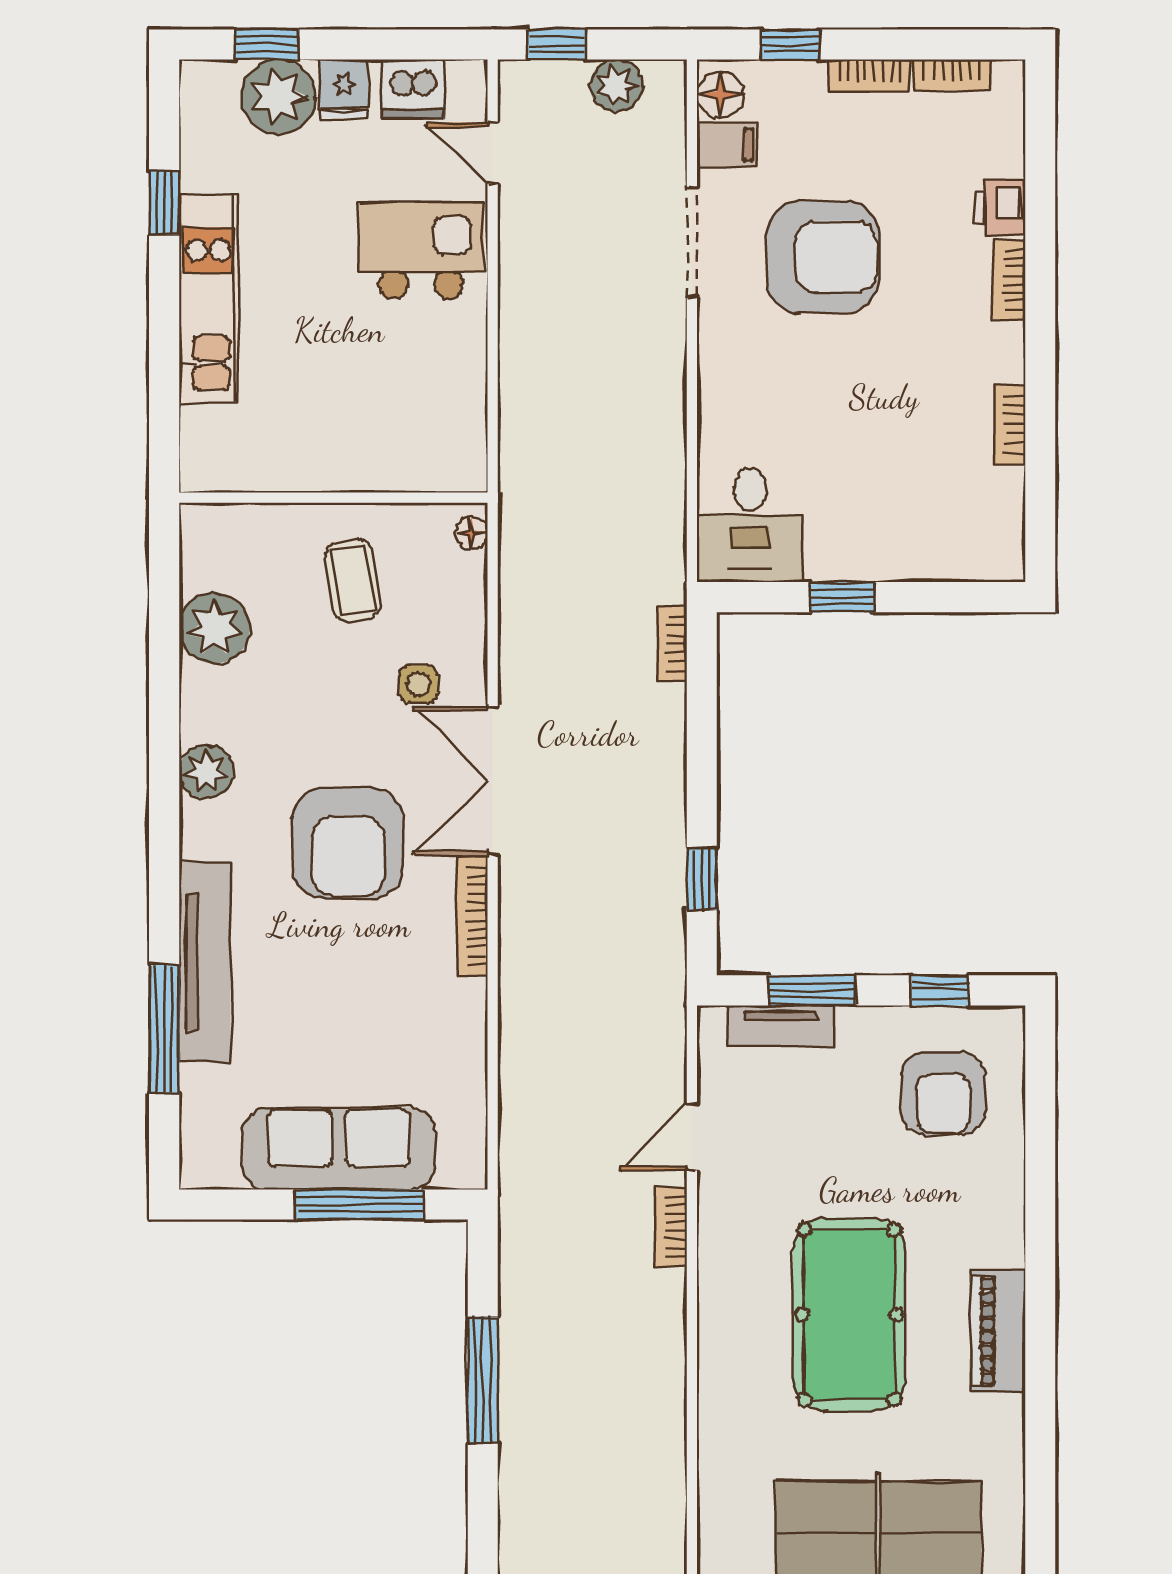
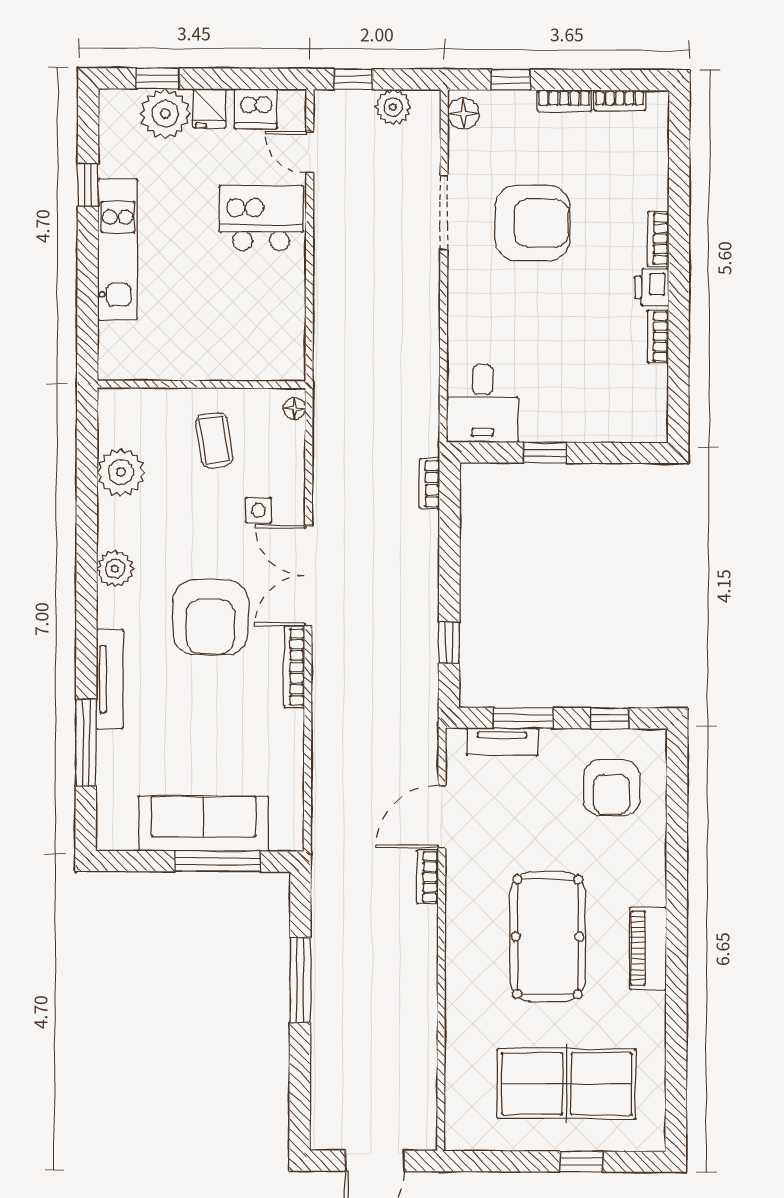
filing cabinet: (727, 145) -> (468, 147), removed
printer: (1000, 208) -> (652, 287), moved
tv unit: (205, 962) -> (110, 679), width x0.73, depth x0.78
door: (692, 1137) -> (442, 816), width x1.38

